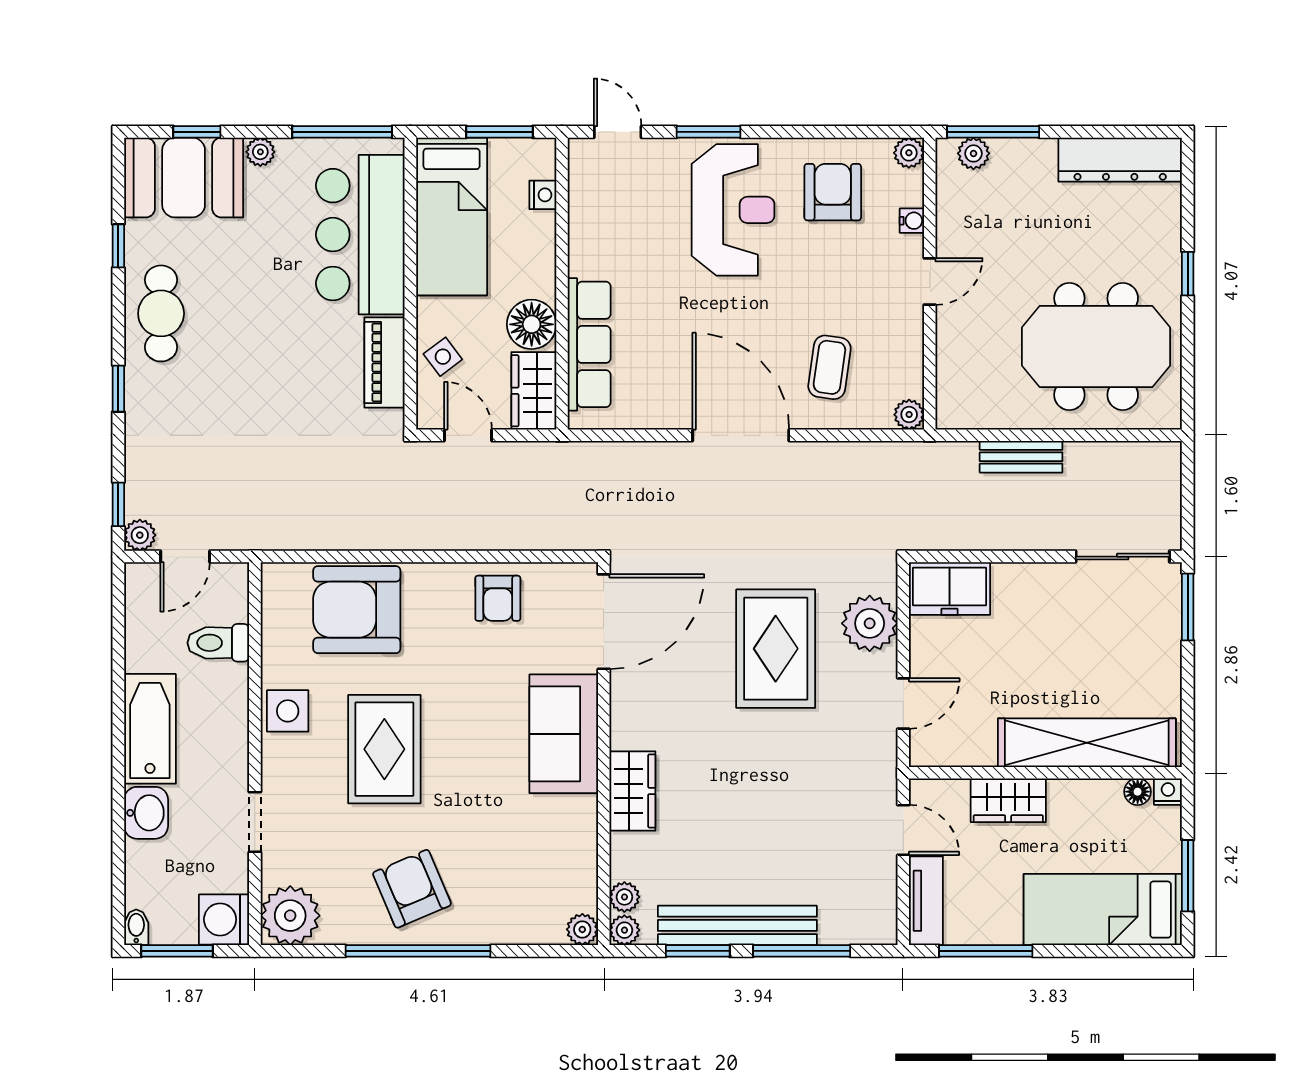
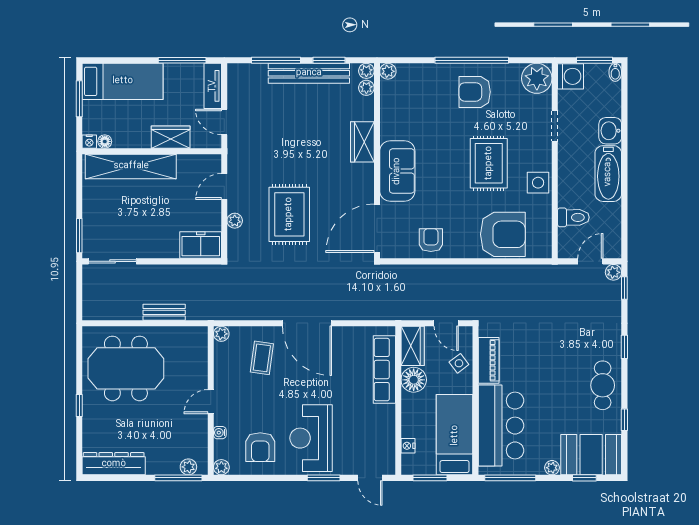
plant: (870, 623) -> (235, 221), width x0.53, depth x0.53
armchair: (412, 889) -> (475, 92), turned 113

